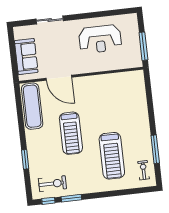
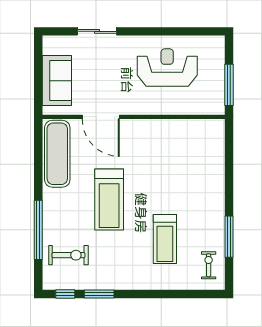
reception desk: (100, 39) -> (167, 68), turned 180
treadmill: (112, 156) -> (165, 239), width x0.73, depth x0.73
window: (25, 159) -> (38, 230), width x2.11
exercise bike: (52, 184) -> (68, 255), moved

